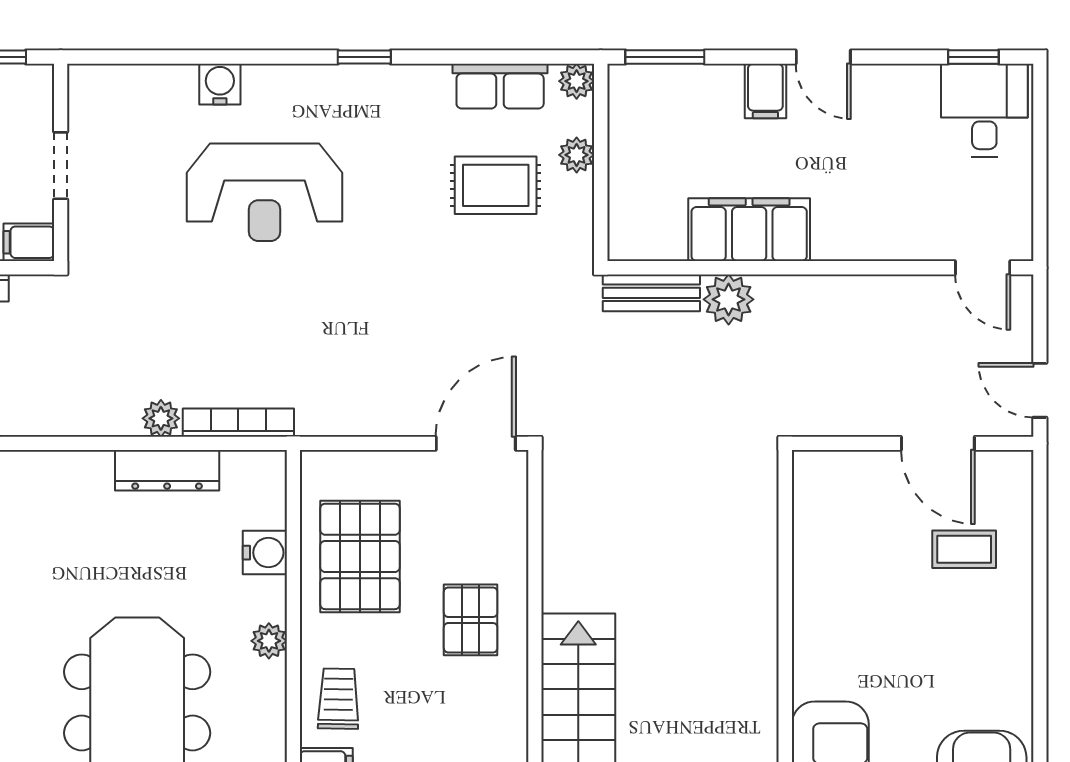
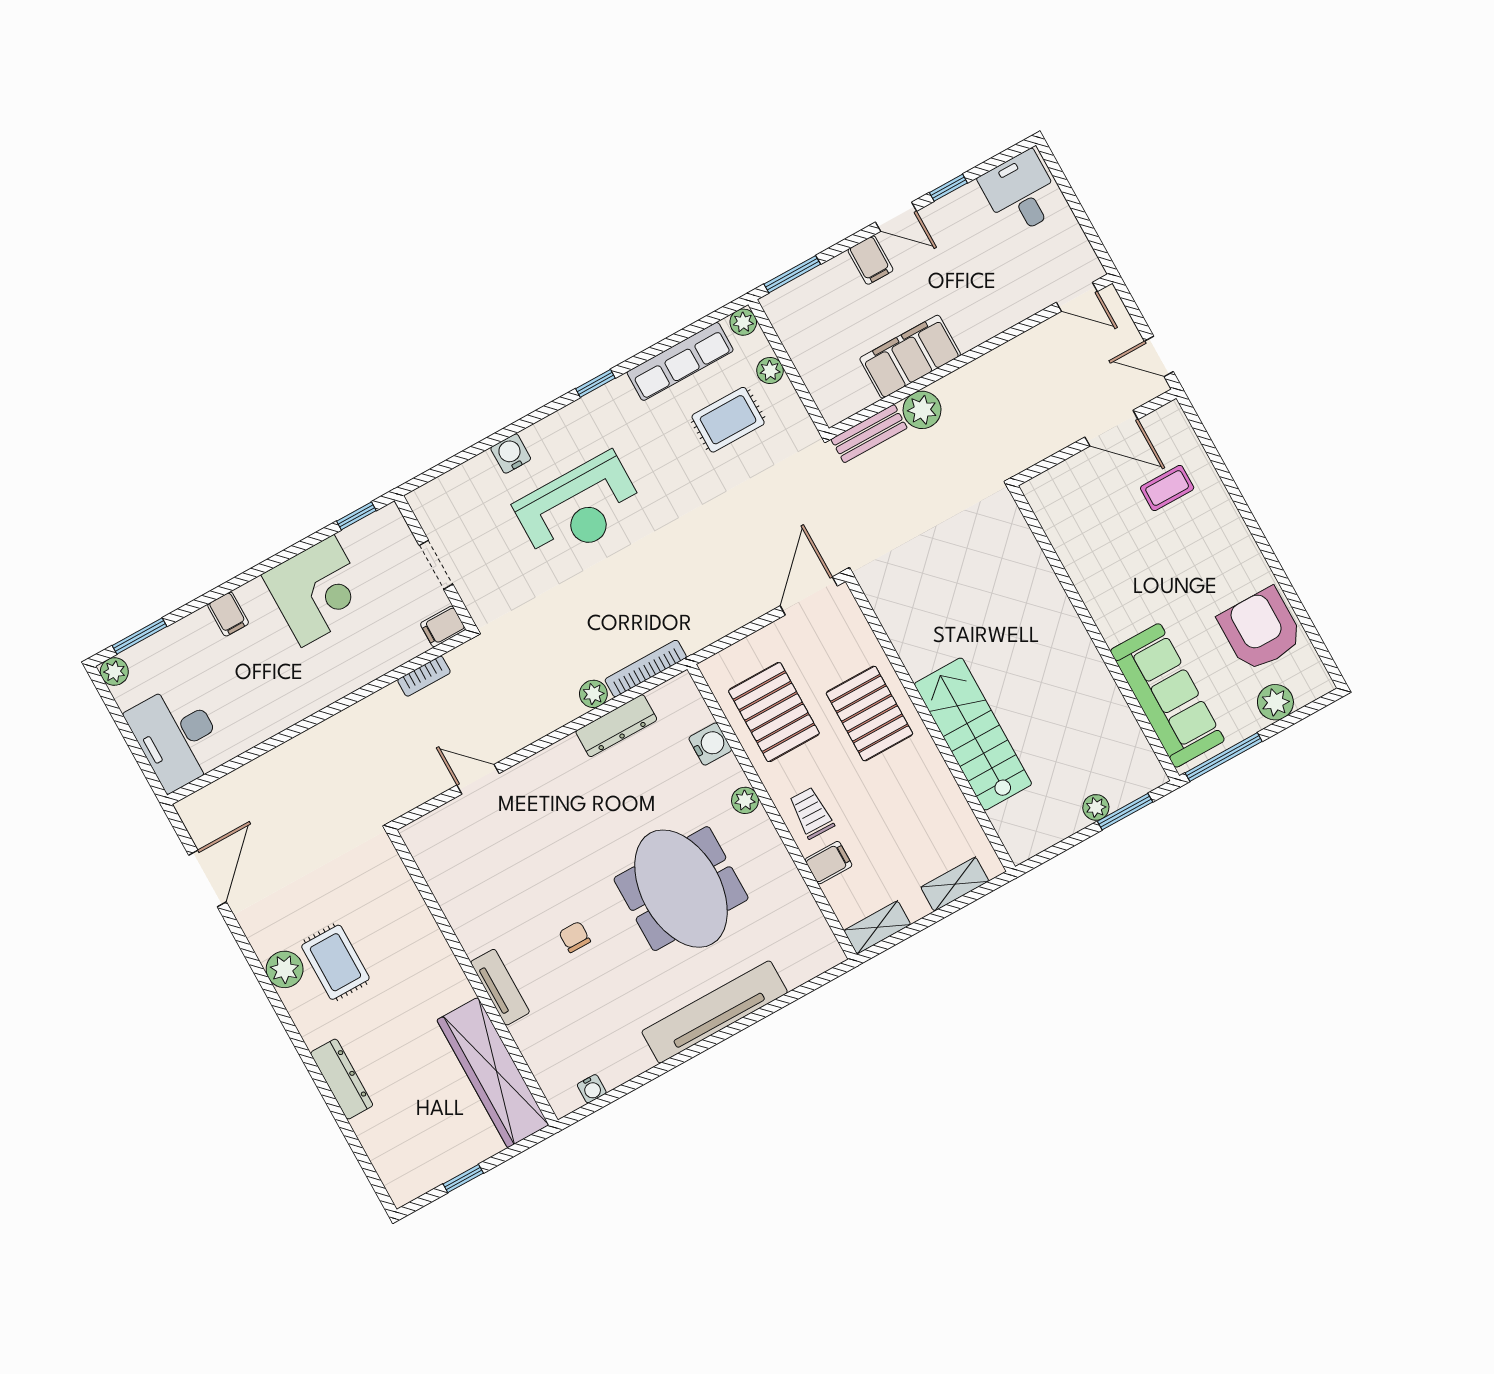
window: (973, 57) -> (948, 188), moved
row of seats: (500, 86) -> (680, 361), width x1.48
pallet: (471, 620) -> (869, 714), width x1.50, depth x1.42

